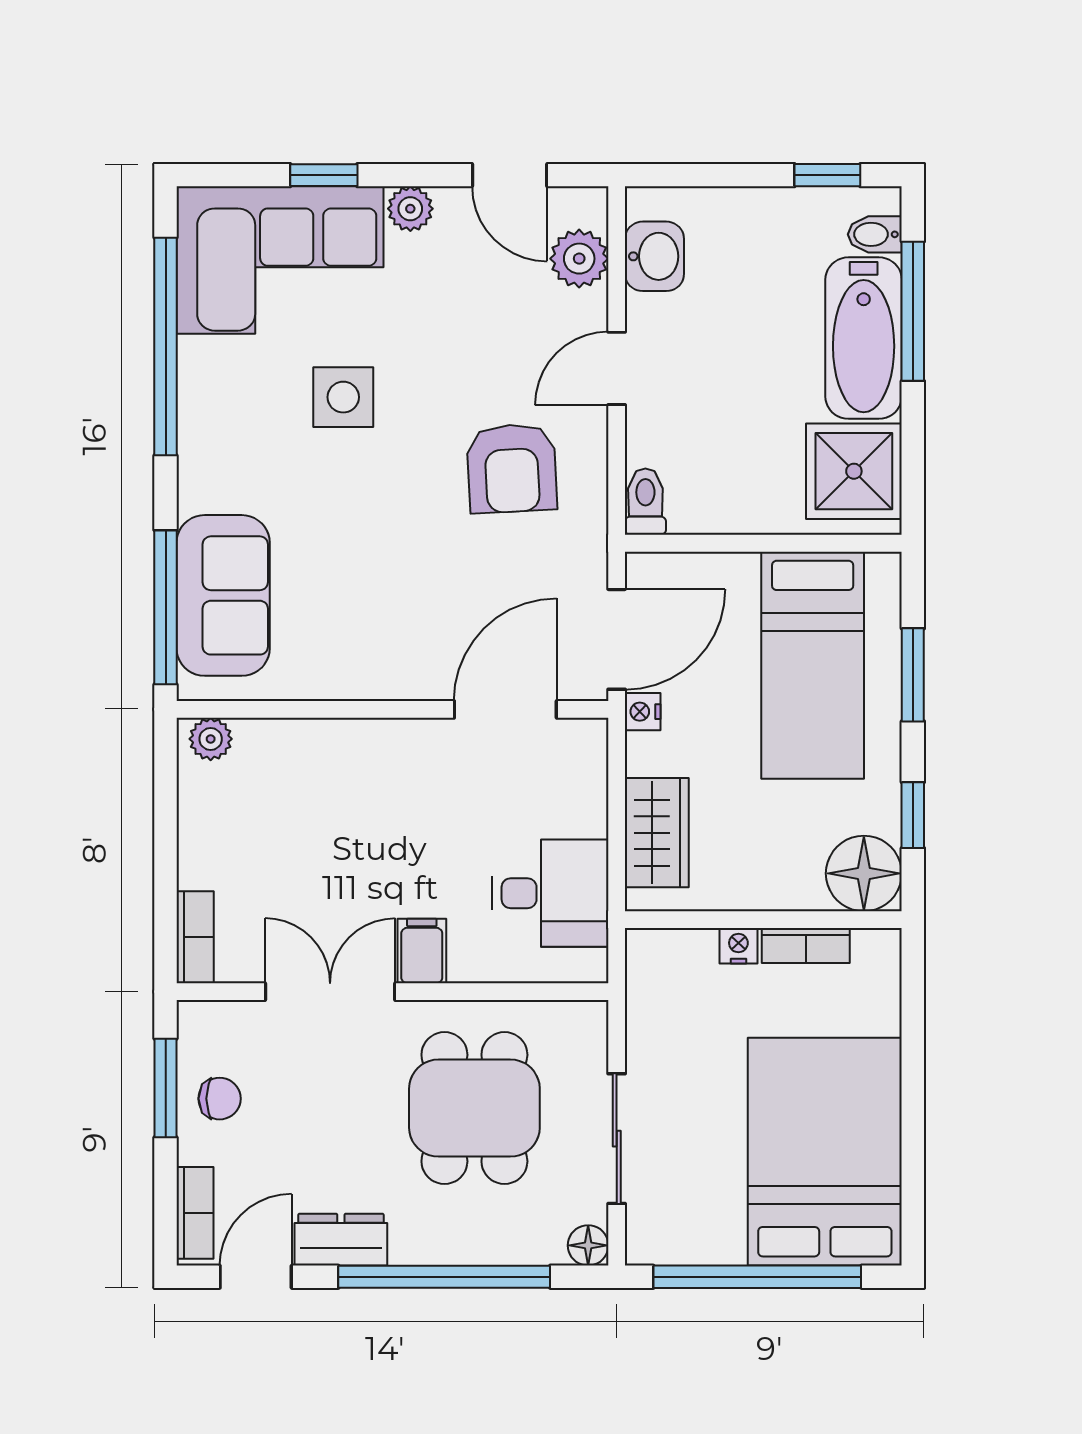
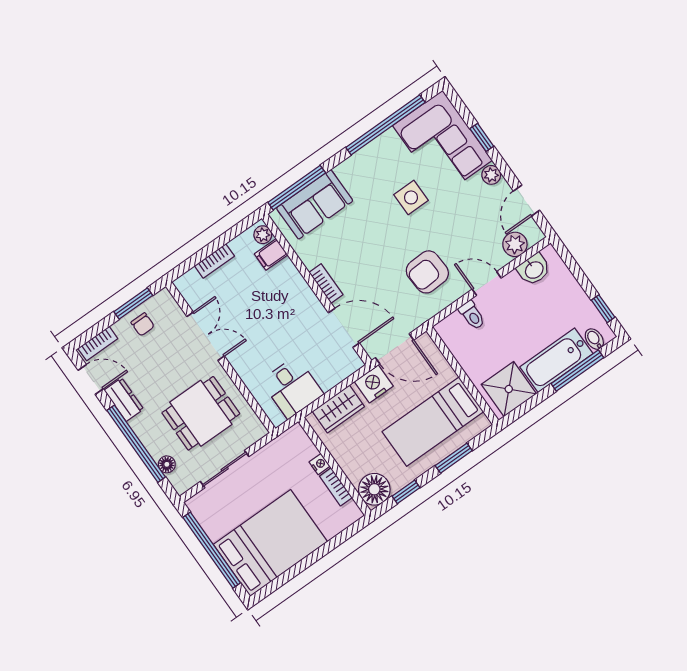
toilet: (645, 502) -> (472, 315), moved, turned 90
bookcase: (394, 683) -> (326, 283), added
nightstand: (643, 712) -> (374, 384), width x1.89, depth x1.79
bookcase: (195, 937) -> (214, 261), moved
filing cabinet: (422, 951) -> (271, 254), moved, turned 180
floor lamp: (588, 1245) -> (167, 464), moved

